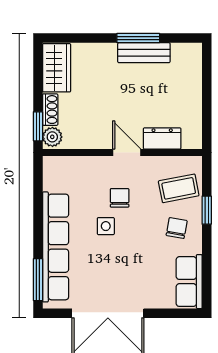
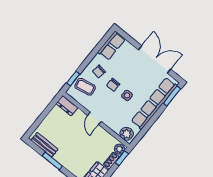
bench: (144, 53) -> (44, 145), moved
dresser: (162, 138) -> (67, 106), moved
plant: (60, 169) -> (127, 134), added
chair: (120, 198) -> (113, 85), moved
window: (207, 210) -> (73, 78), moved

